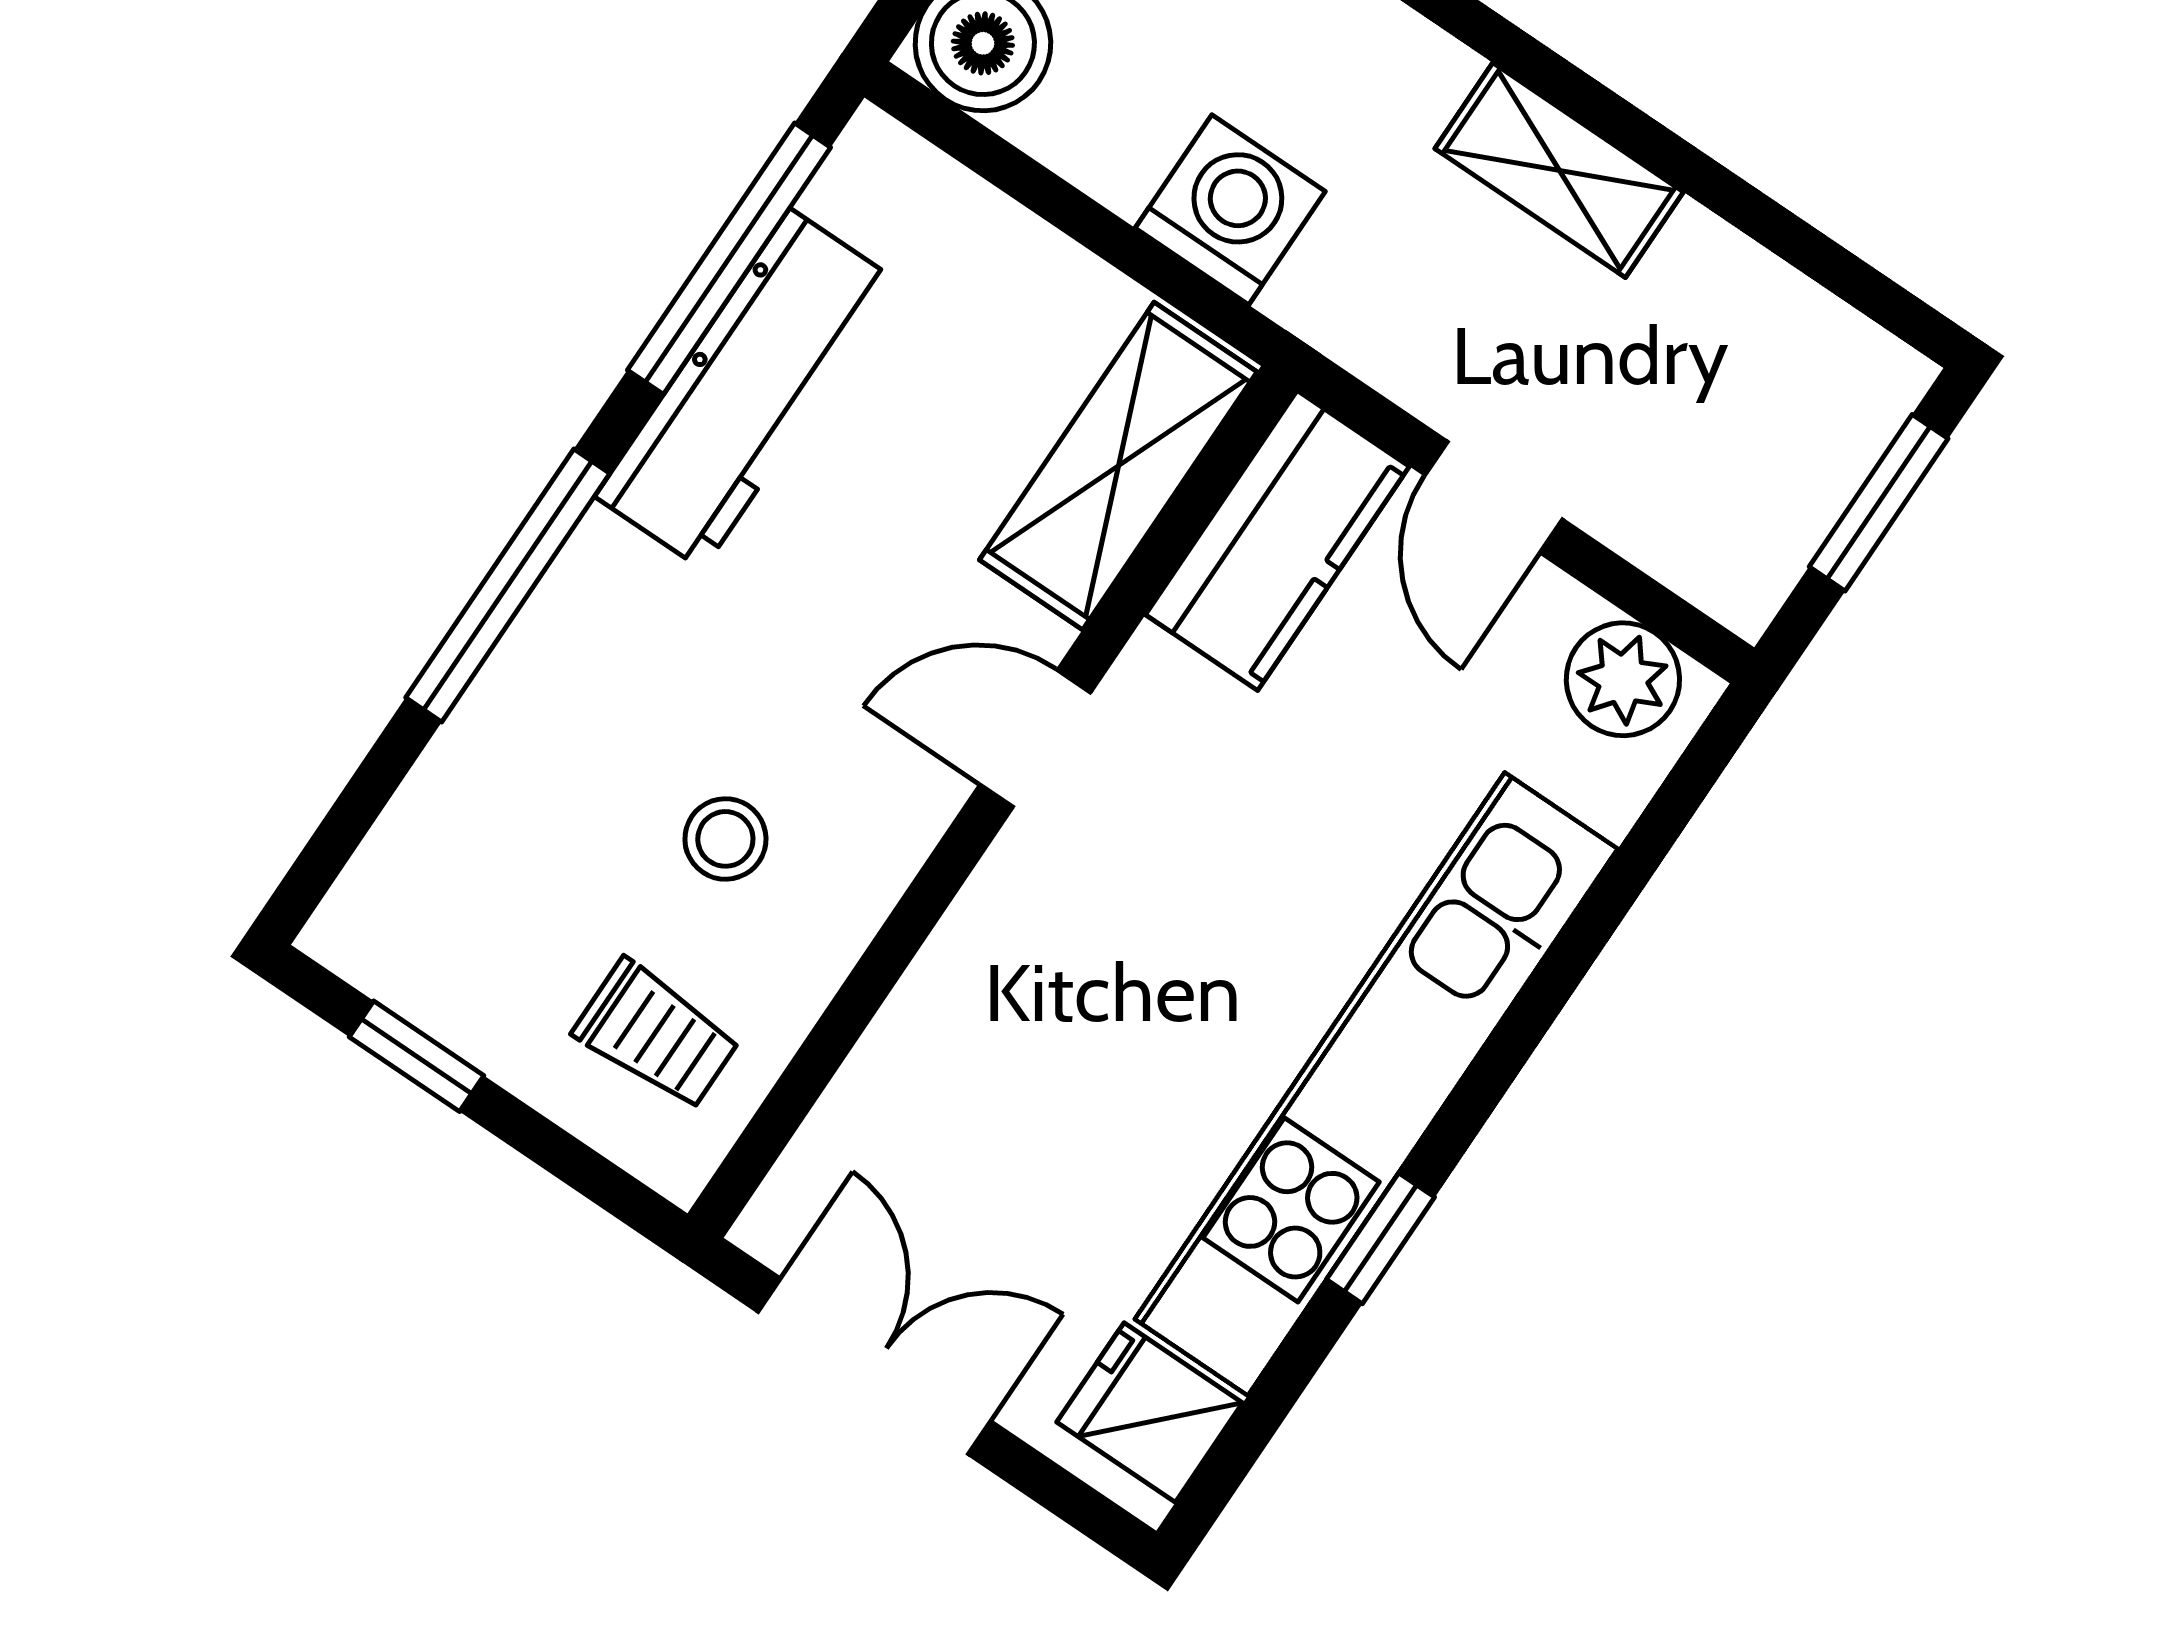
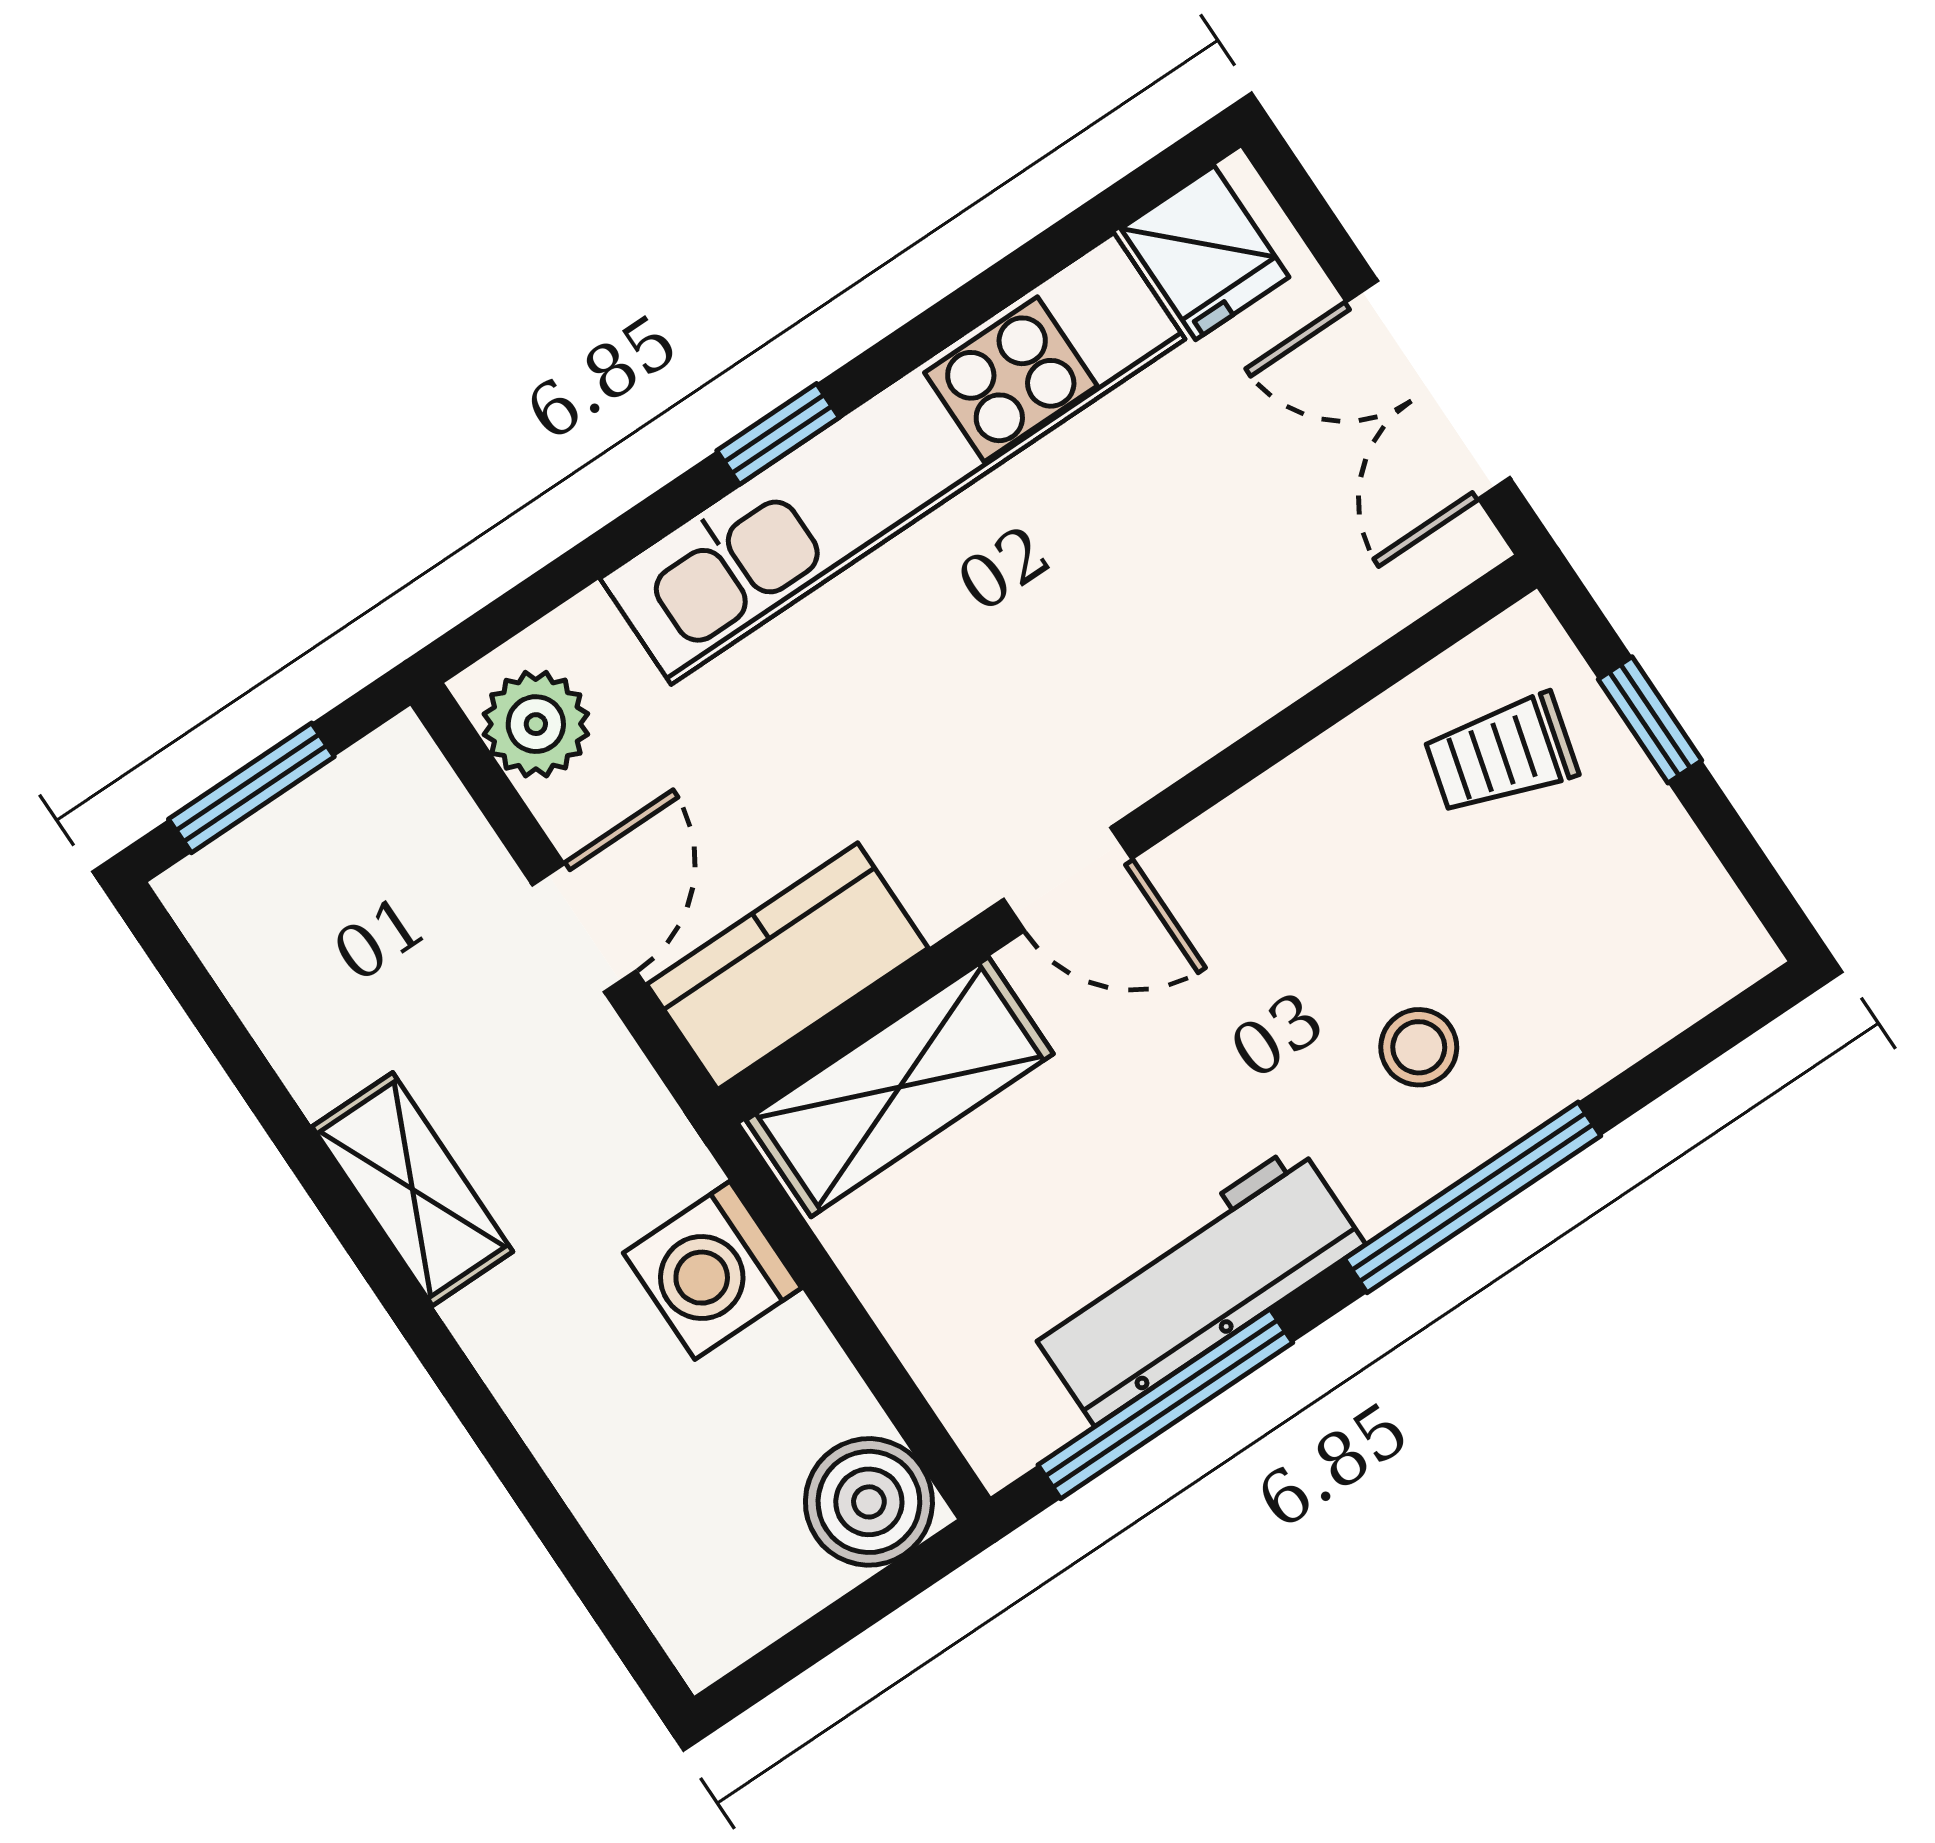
stool: (725, 839) -> (1419, 1047), moved
trolley: (657, 1035) -> (1501, 754), turned -75
window: (417, 1056) -> (1650, 720), moved
window: (1381, 1238) -> (778, 434), moved

